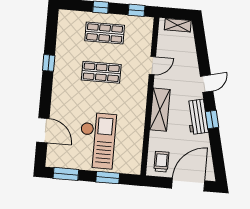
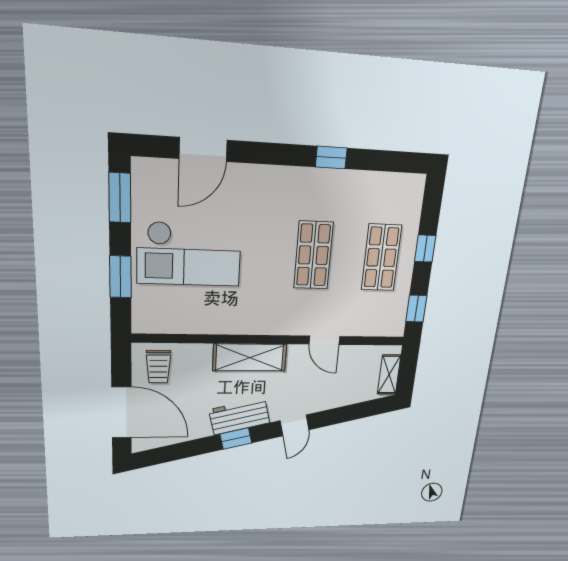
door: (207, 84) -> (294, 425), hinge flipped
trolley: (161, 162) -> (158, 367), turned 90

